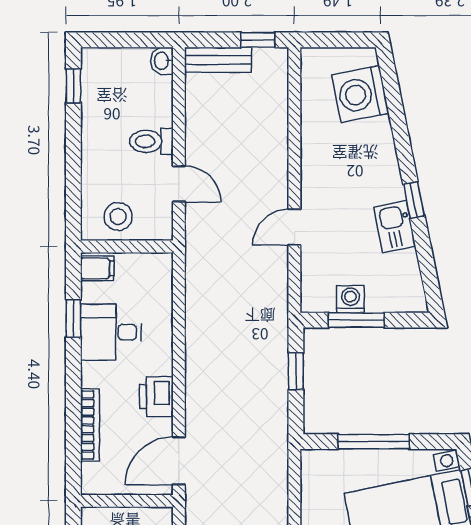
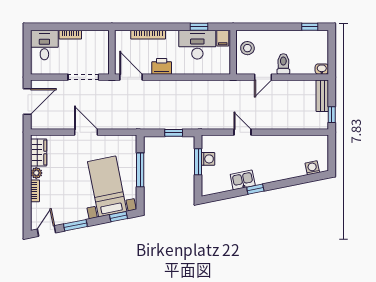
washing machine: (360, 94) -> (312, 168), width x0.53, depth x0.53
desk: (111, 332) -> (197, 45), width x1.37

